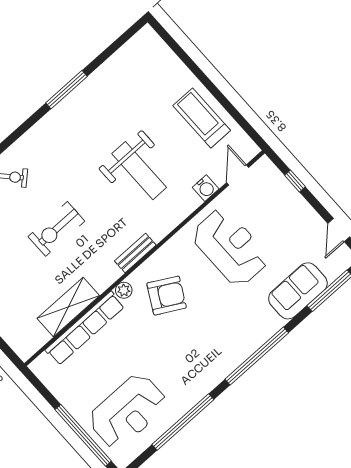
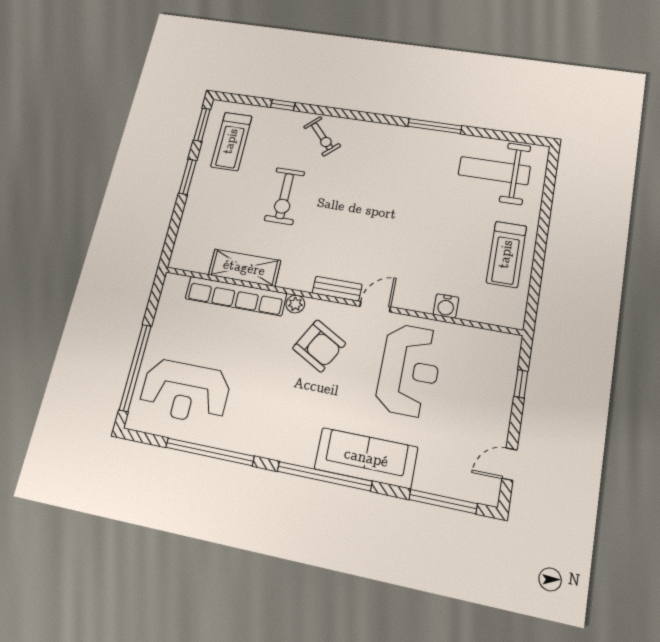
treadmill: (202, 118) -> (506, 254), turned 180
weight bench: (139, 171) -> (494, 171), moved, turned 90
door: (238, 175) -> (375, 307), moved
exercise bike: (56, 229) -> (285, 196), moved, turned -90
sofa: (298, 291) -> (366, 458), moved, width x1.36

